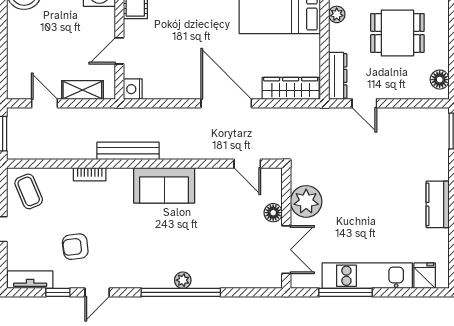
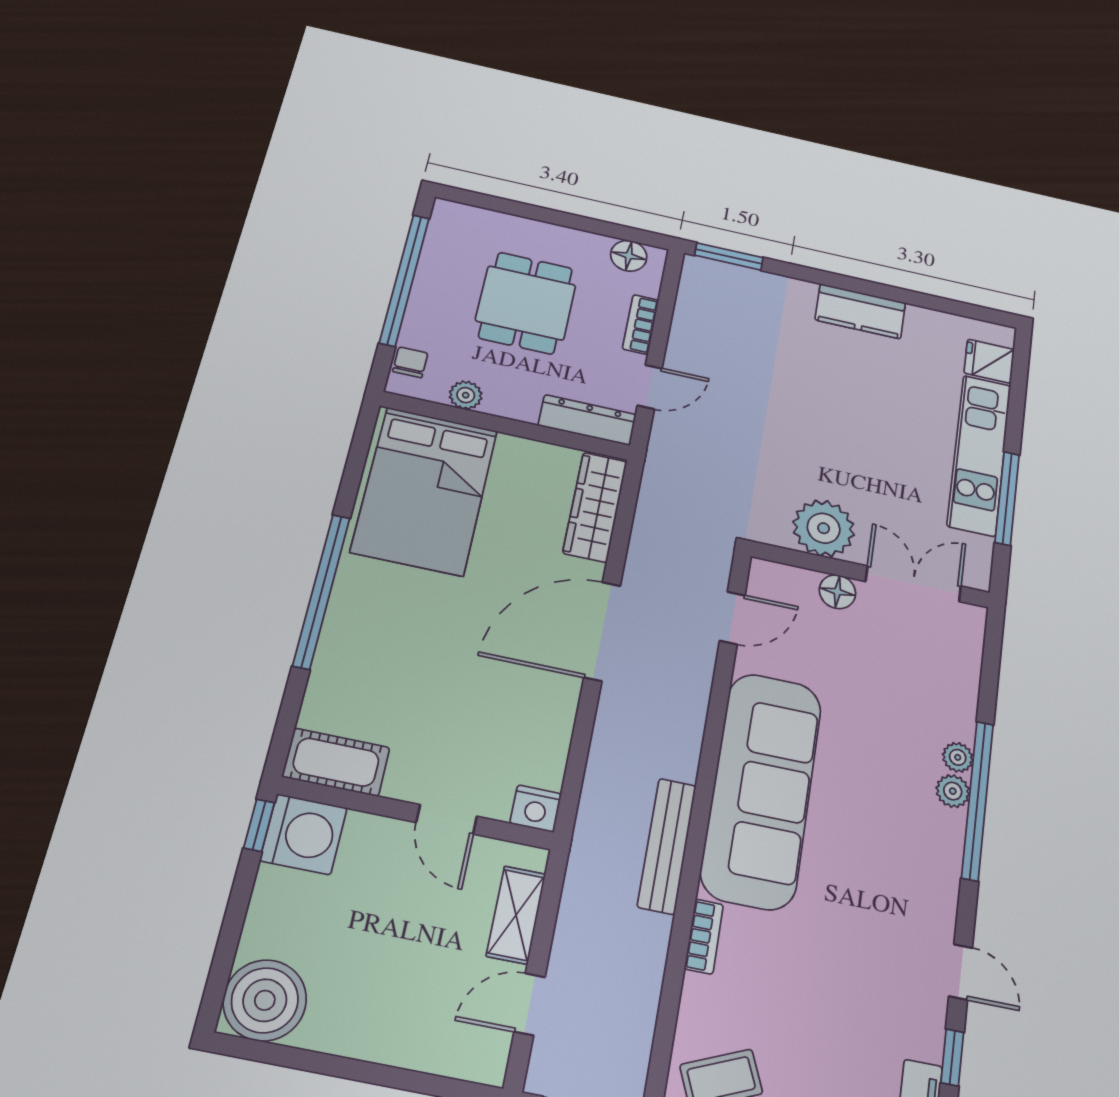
bookcase: (400, 93) -> (641, 324), added
sofa: (164, 185) -> (762, 790), width x1.85, depth x1.27
armchair: (75, 247) -> (857, 999), removed
plant: (200, 281) -> (958, 757), added

